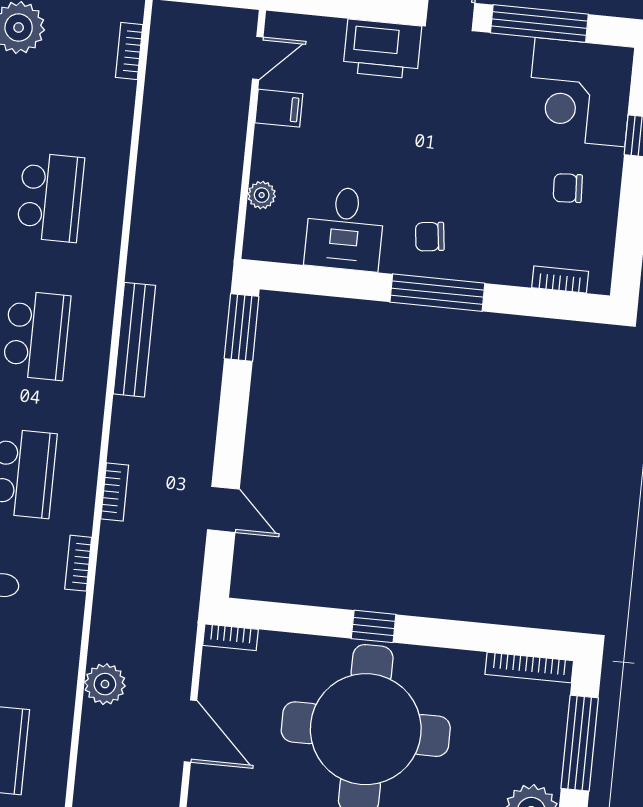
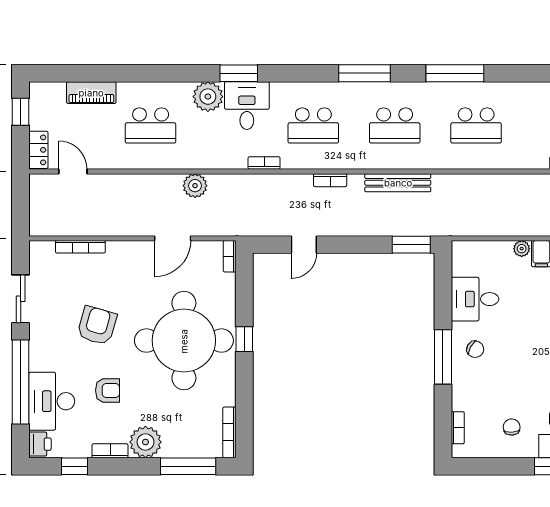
plant: (262, 195) -> (522, 249), moved
chair: (430, 237) -> (475, 349), turned 126
bookcase: (115, 492) -> (330, 180), moved

